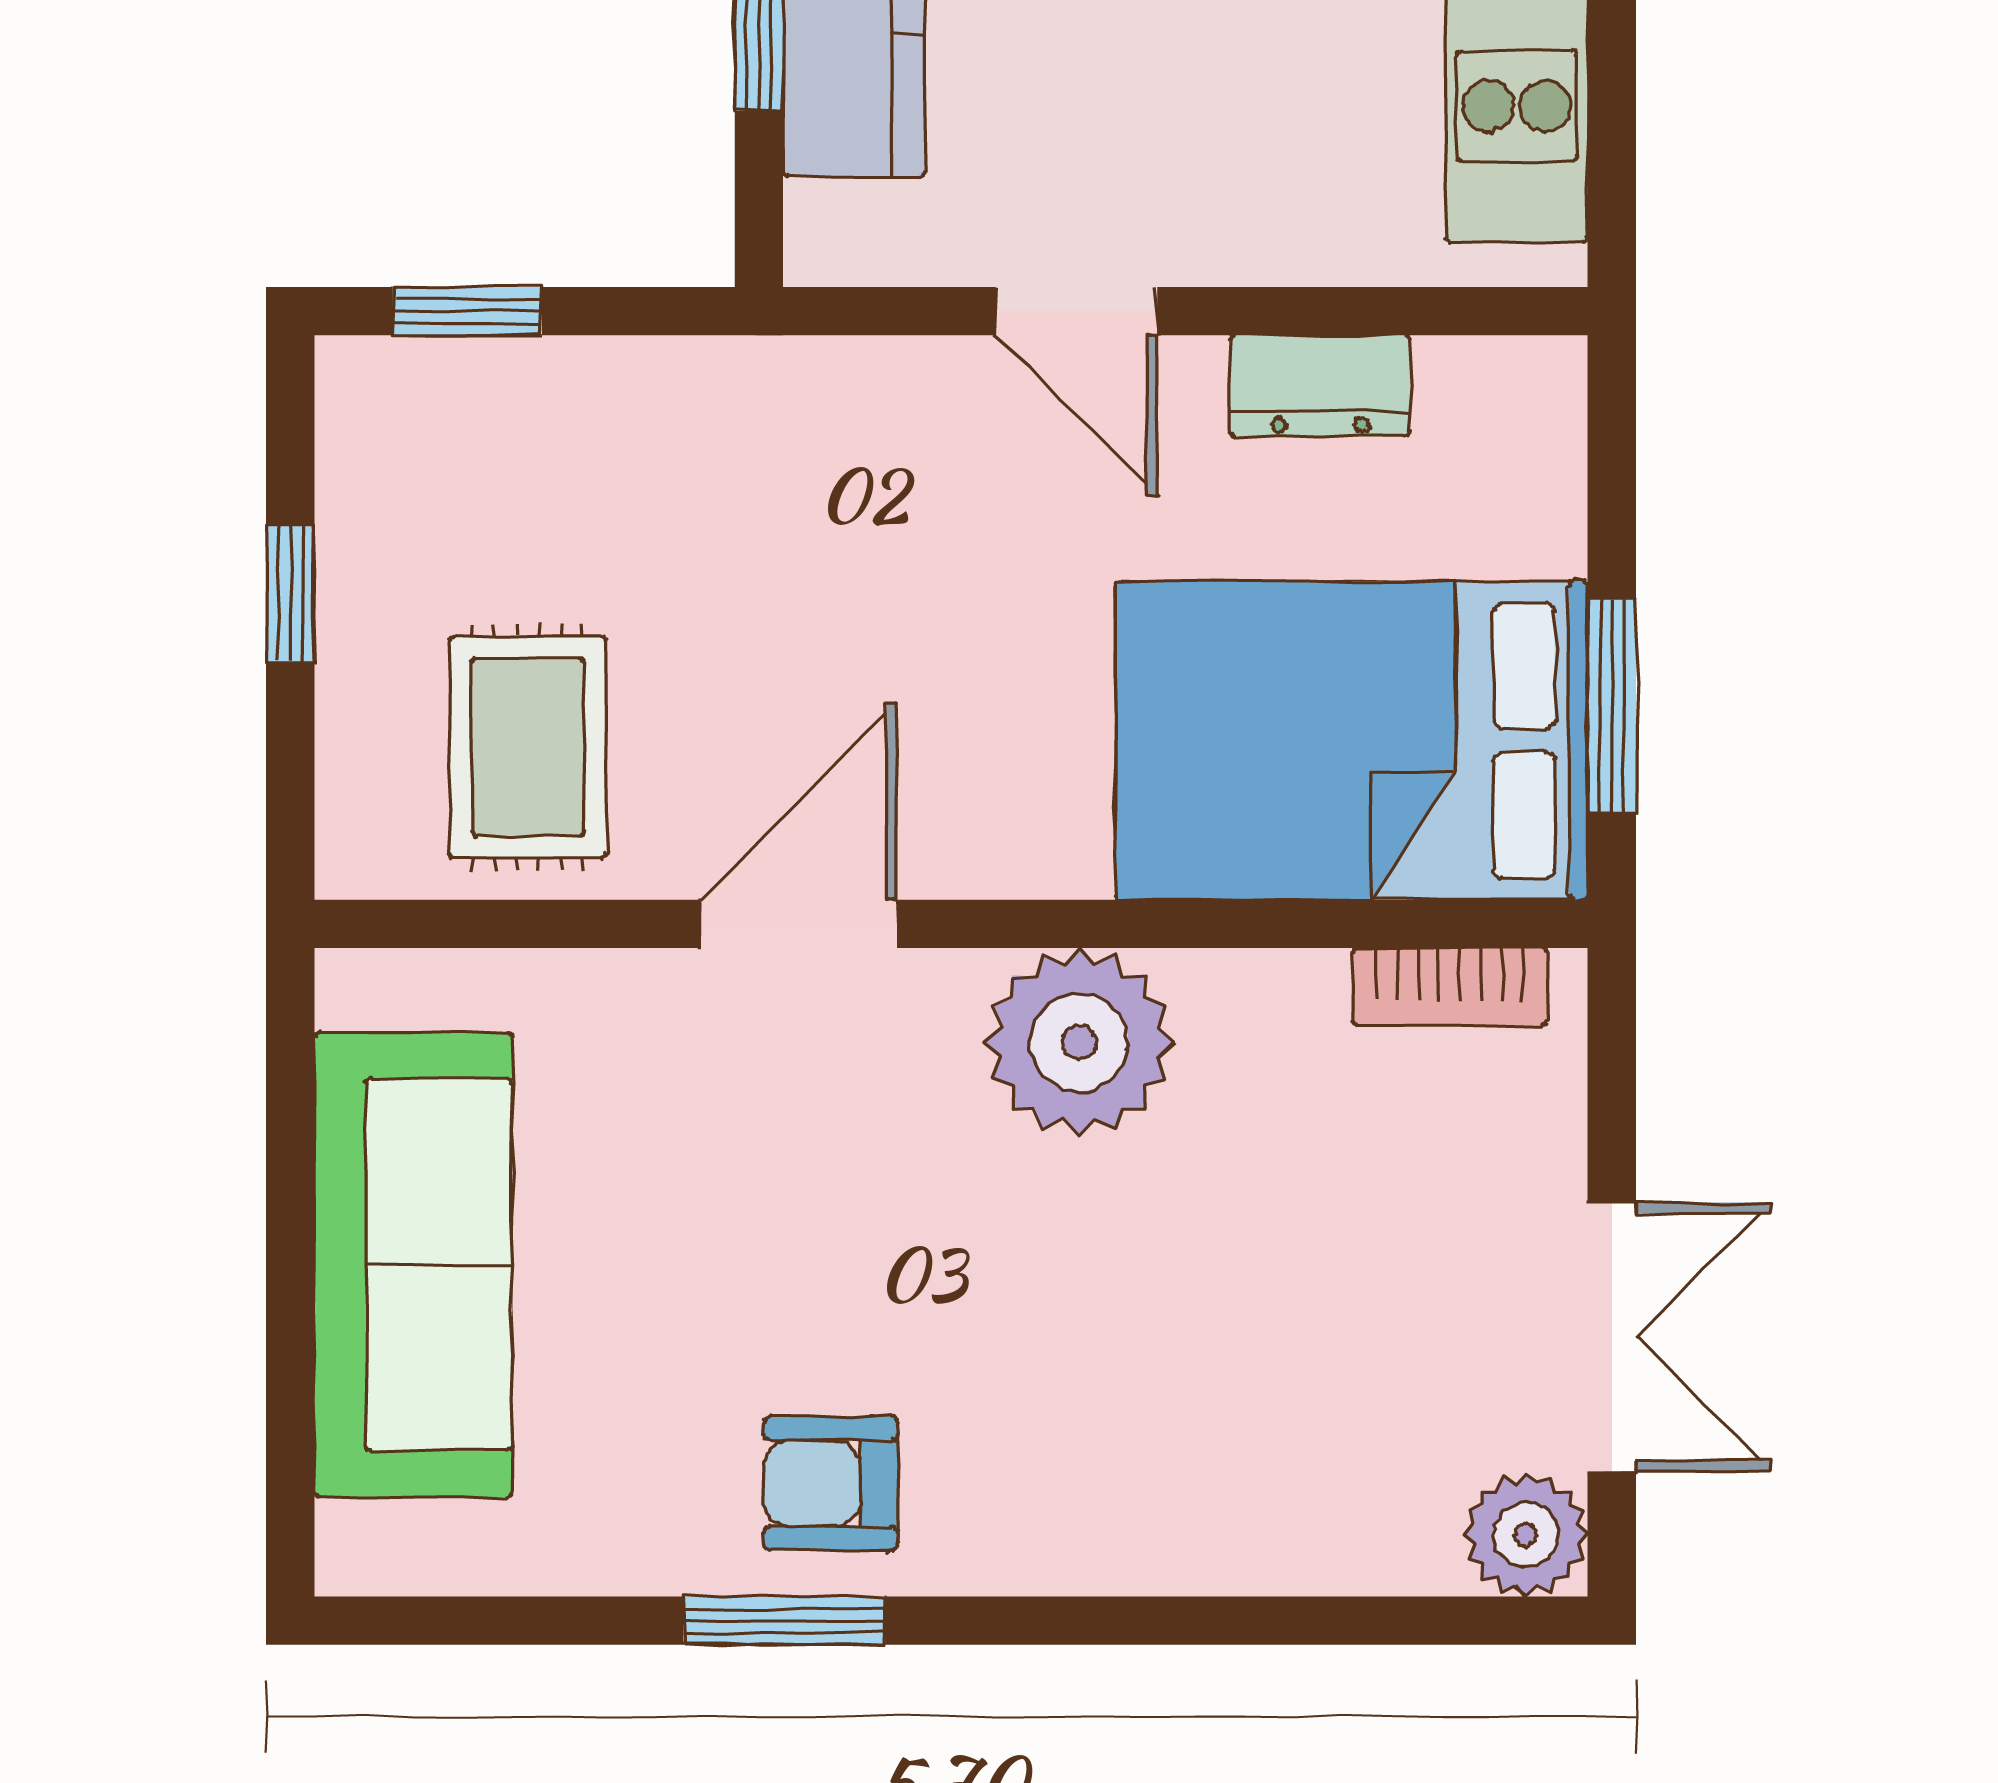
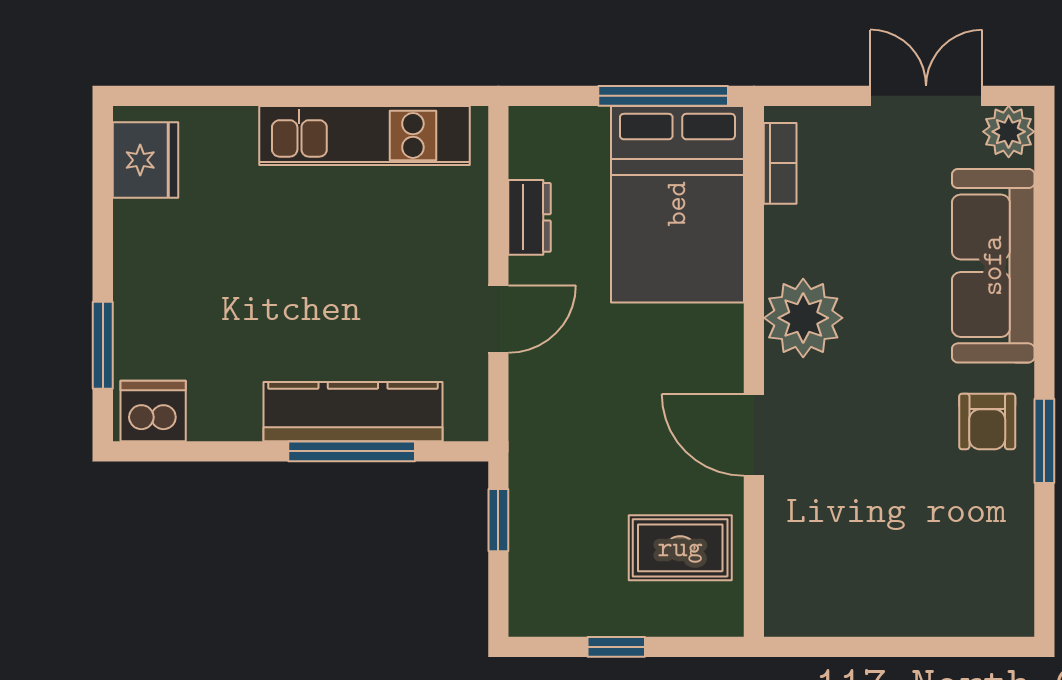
window: (467, 311) -> (498, 520), moved
window: (1612, 706) -> (663, 96), width x1.44
sofa: (413, 1265) -> (993, 266), moved, turned -90

